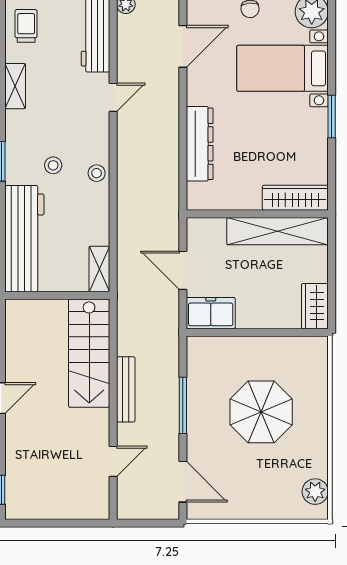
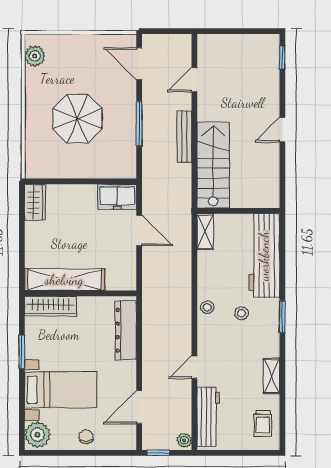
wardrobe: (295, 198) -> (50, 306), moved
wall: (257, 214) -> (81, 293), moved
shelving: (278, 231) -> (64, 280), moved

